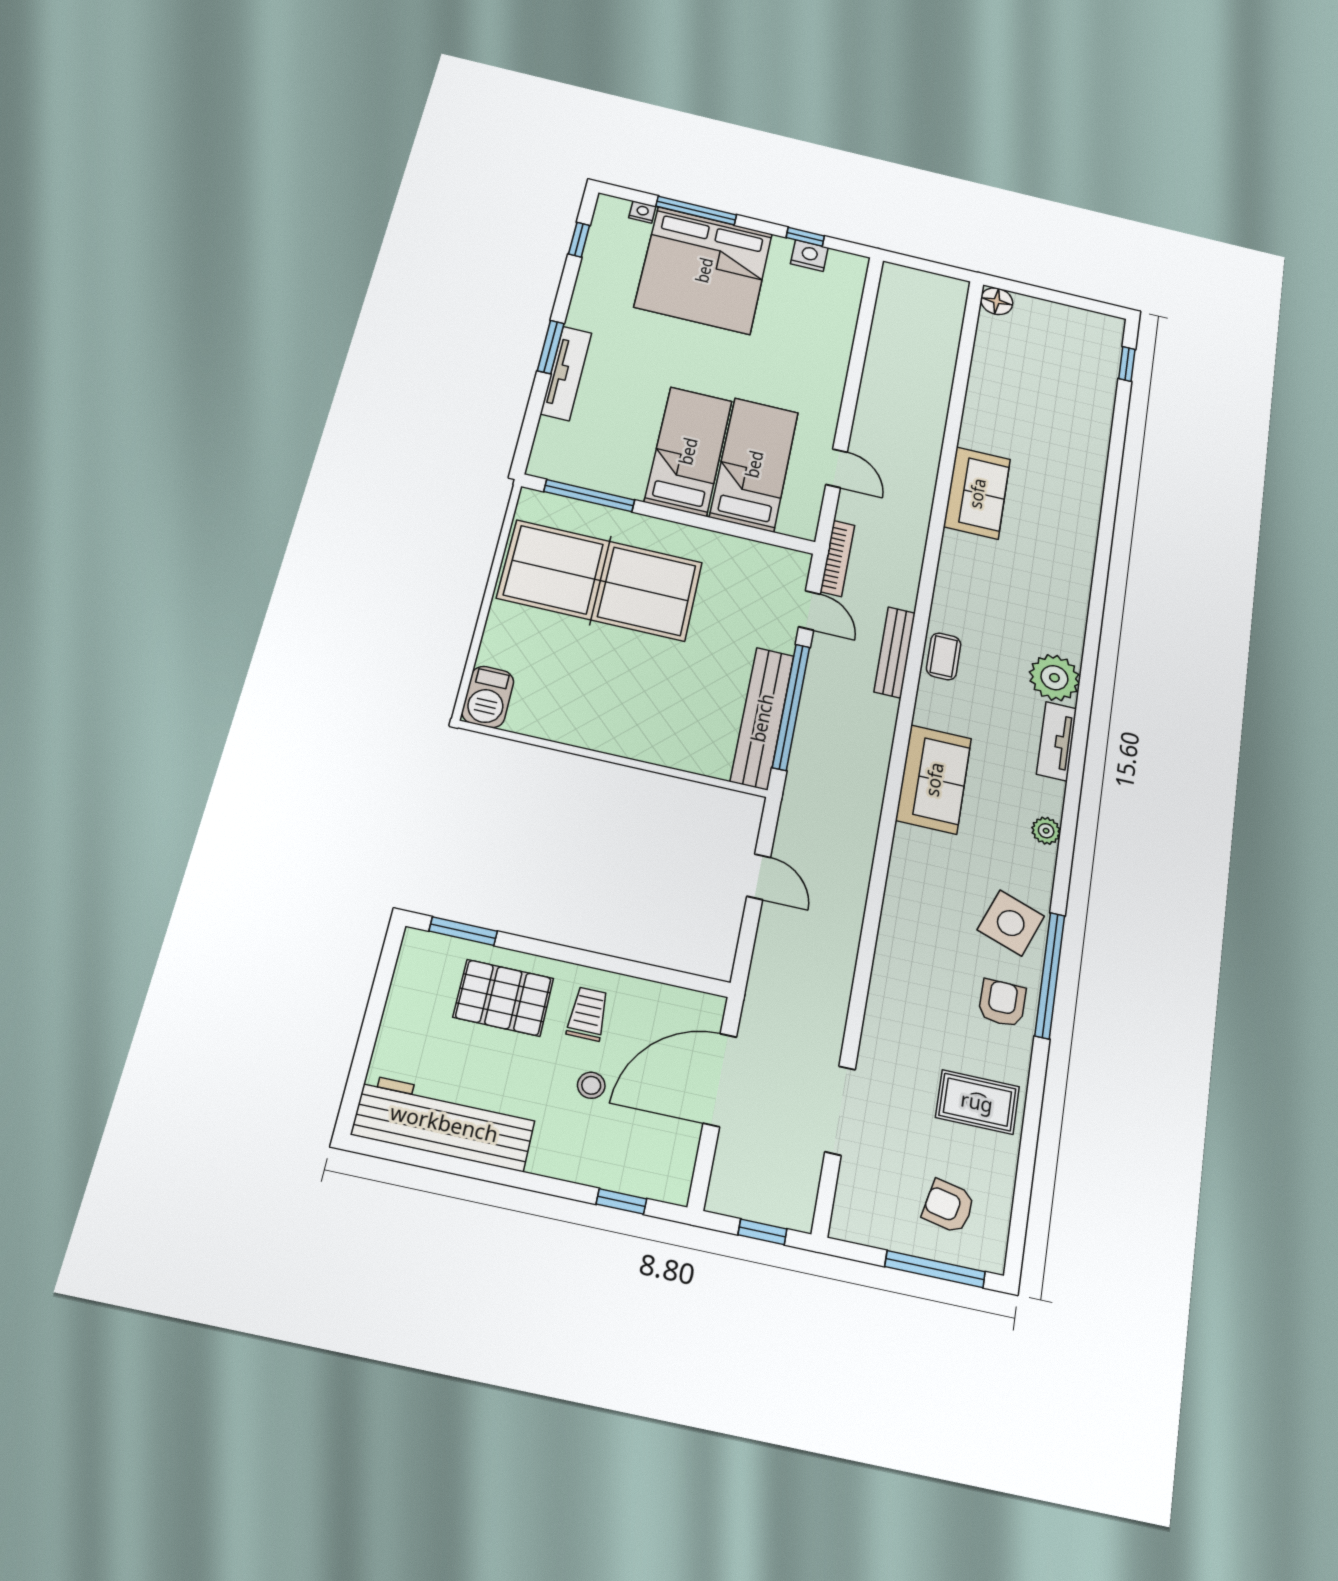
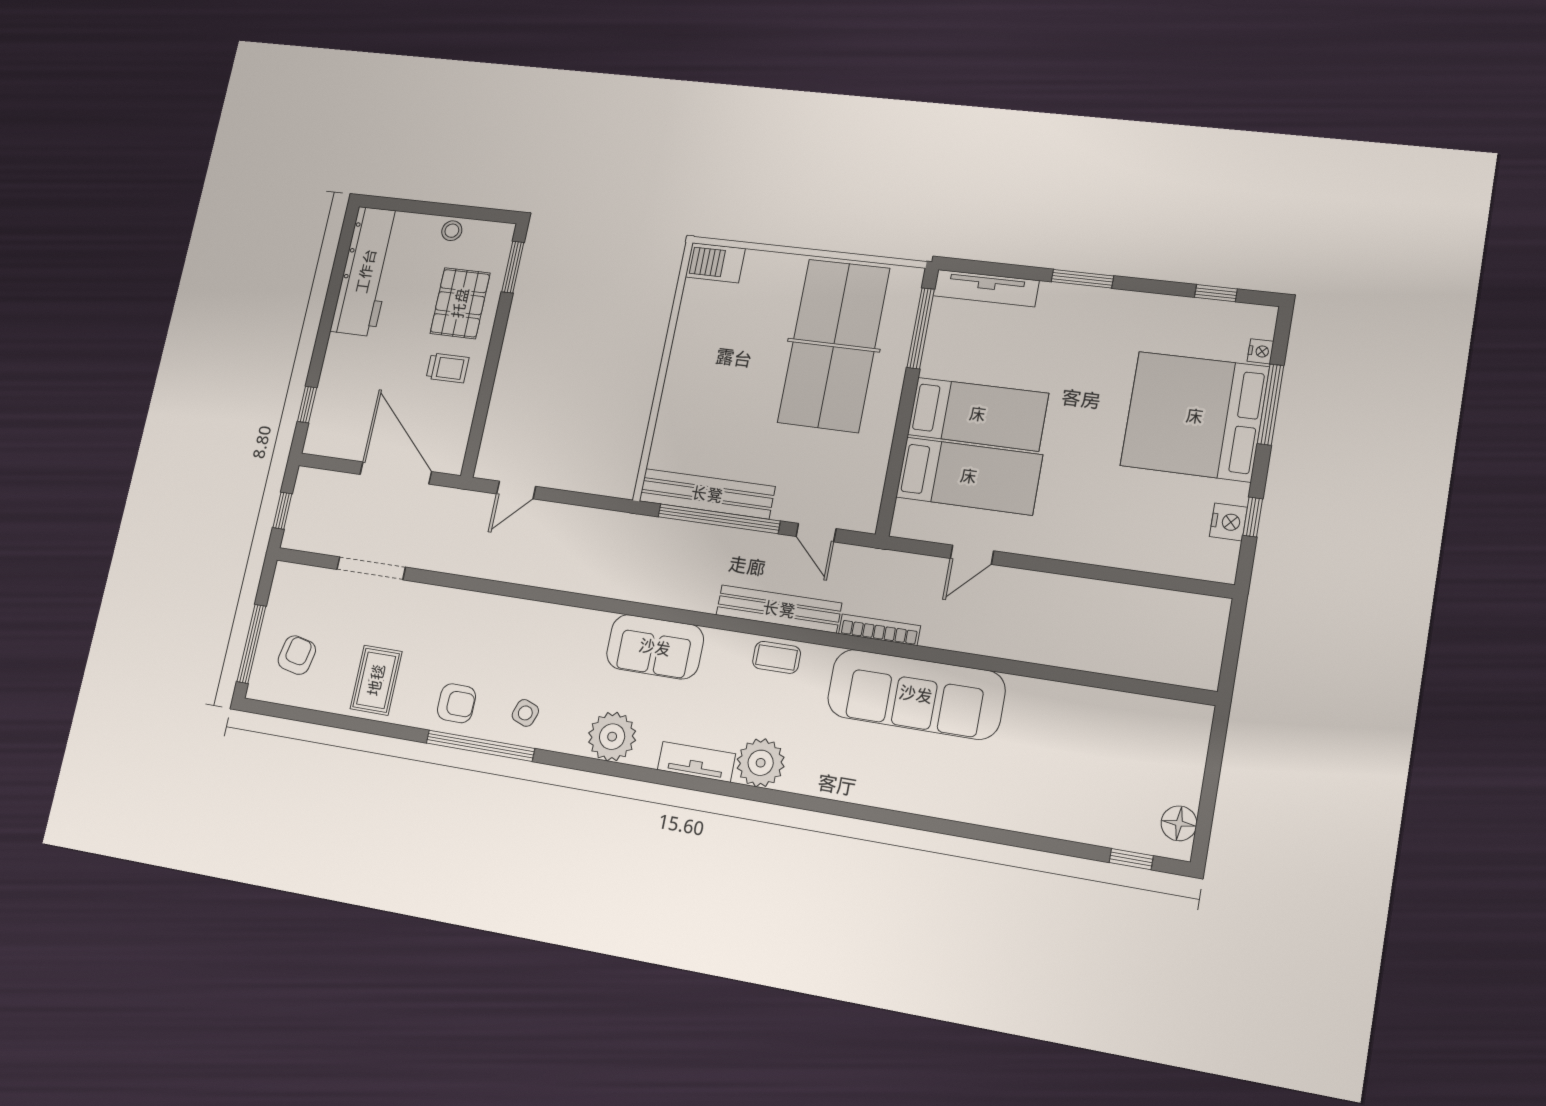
floor lamp: (997, 301) -> (1179, 823), moved
tv unit: (566, 373) -> (986, 288), moved
sofa: (977, 493) -> (916, 694), width x1.85, depth x1.27
bookcase: (837, 558) -> (879, 630), moved, turned 180
door: (809, 610) -> (816, 533), hinge flipped
bench: (895, 652) -> (779, 609), width x1.37, depth x1.21
plant: (1046, 831) -> (612, 737), width x1.88, depth x1.88
door: (759, 877) -> (516, 490), moved
side table: (1011, 923) -> (525, 713), width x0.54, depth x0.54
stool: (591, 1085) -> (452, 231), moved

